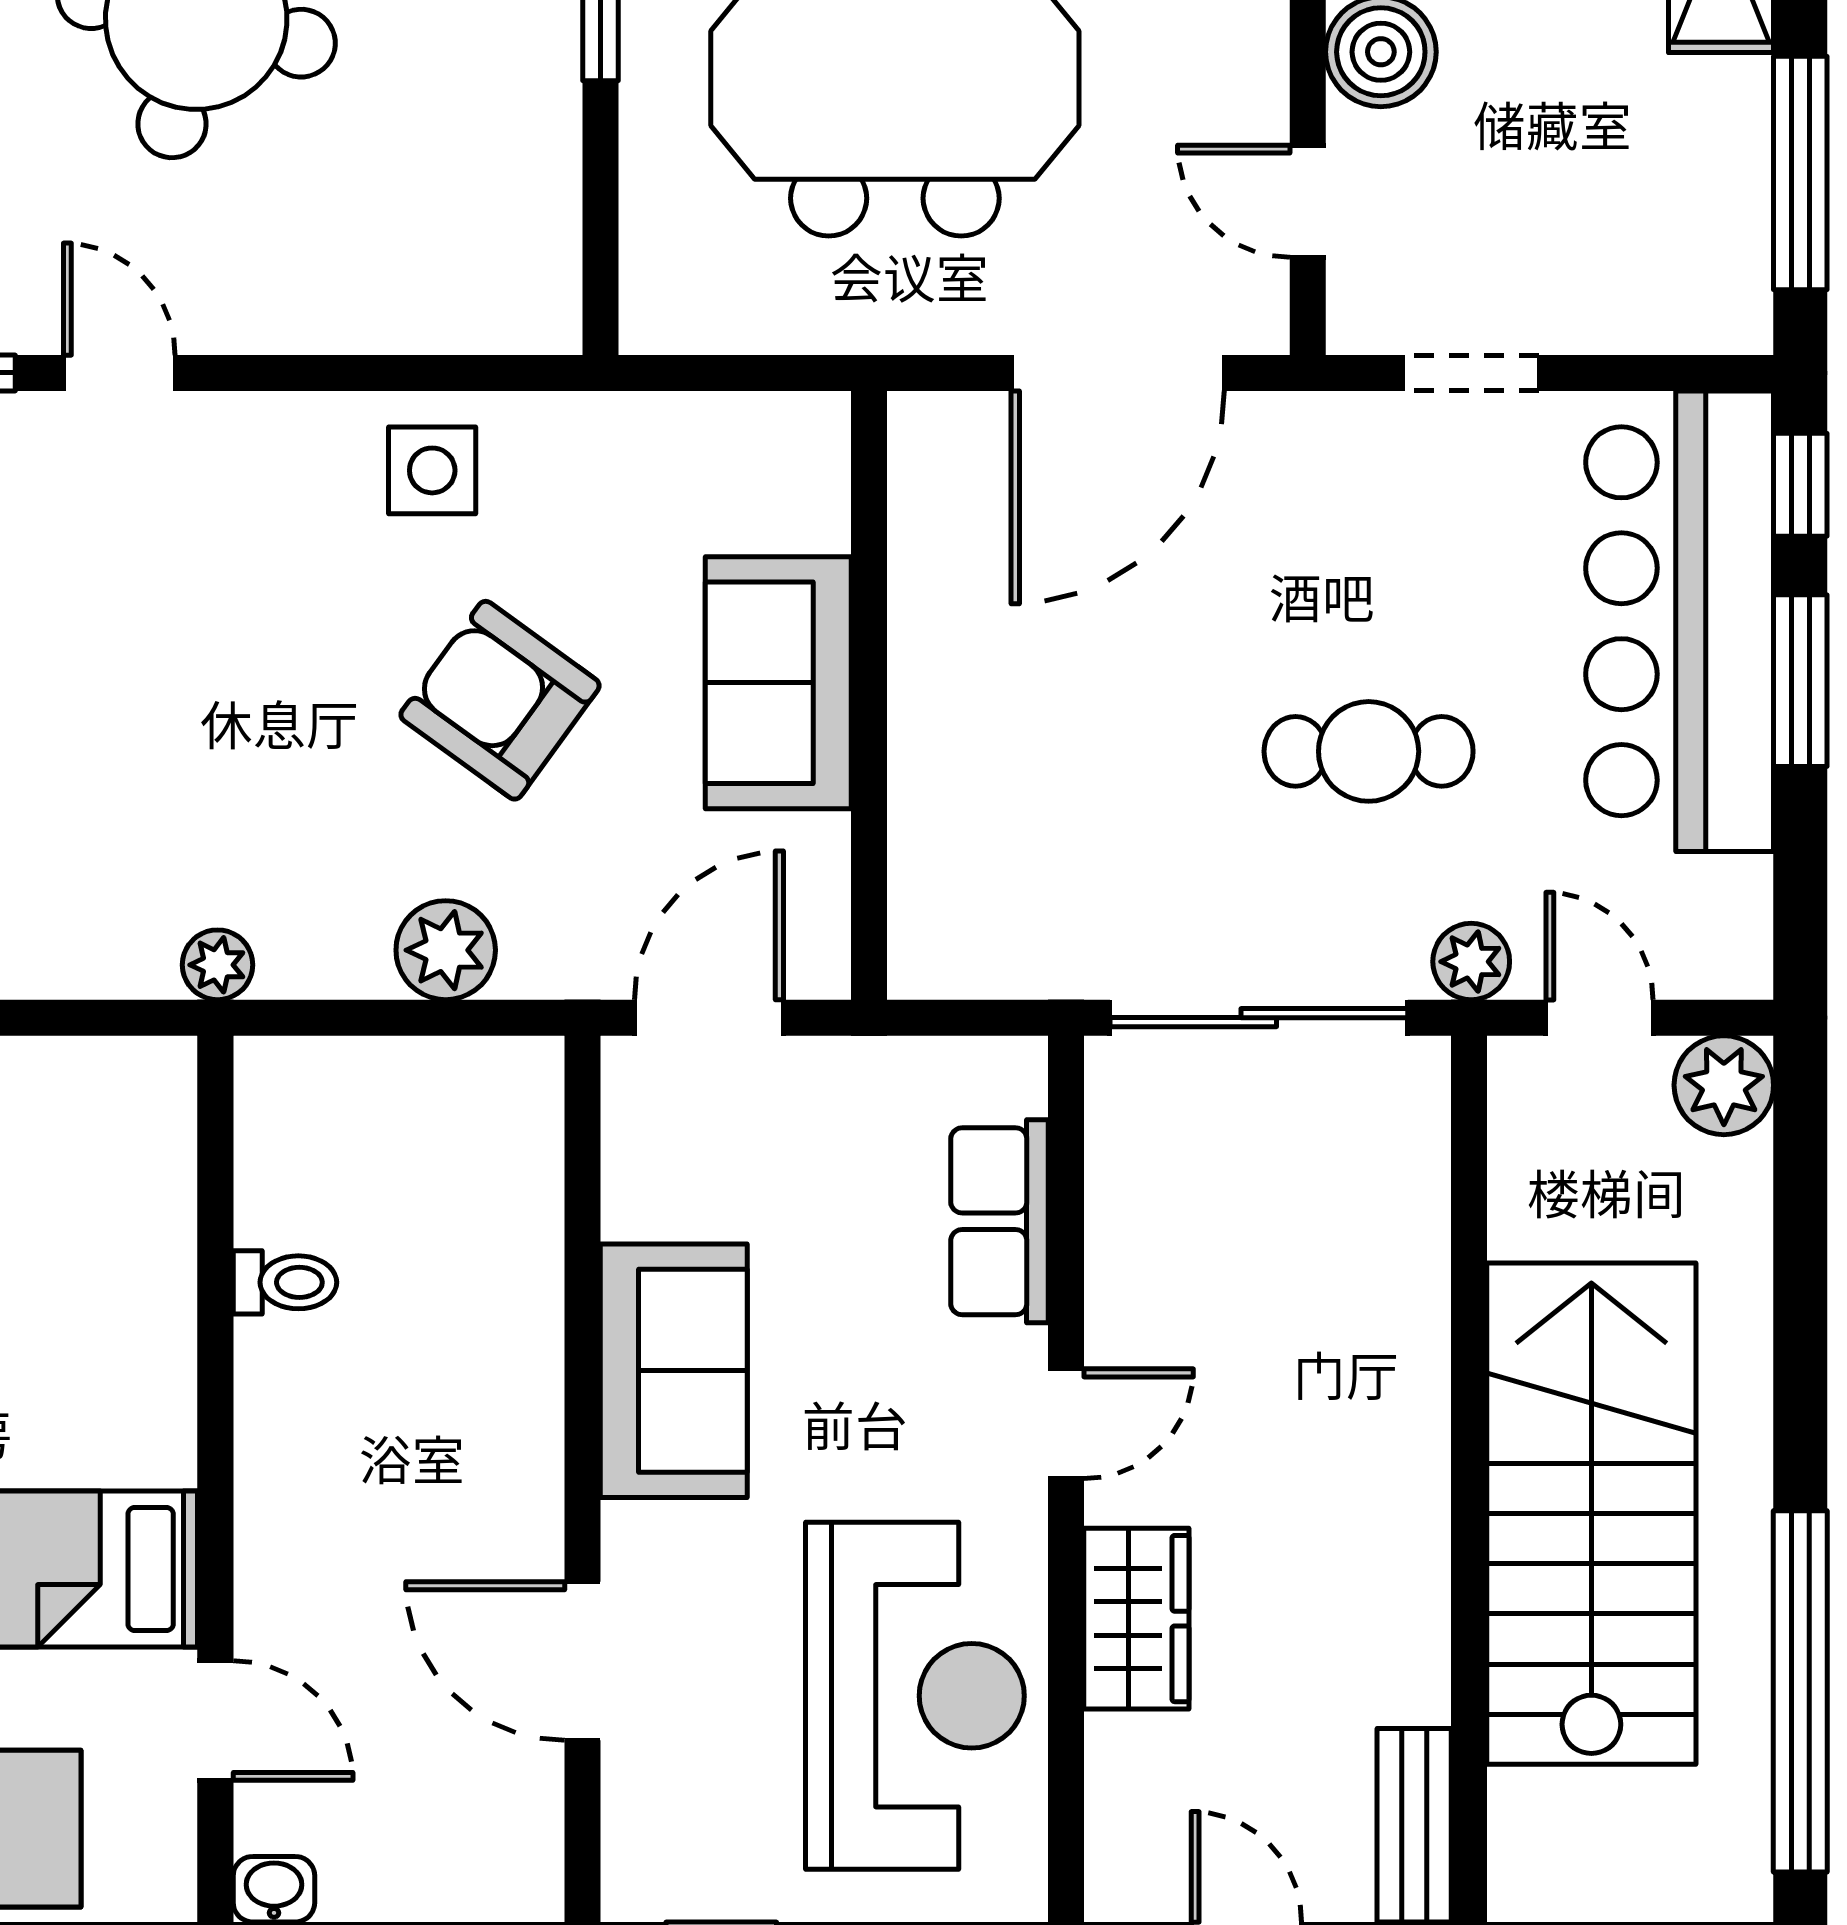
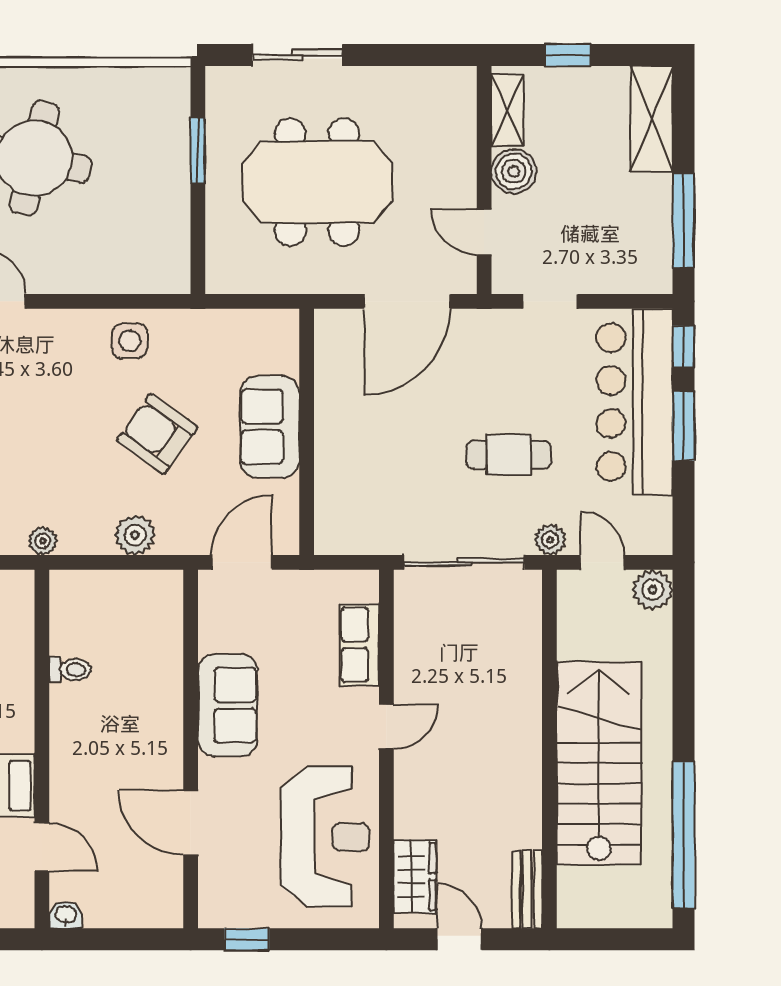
wardrobe: (1136, 1619) -> (415, 876), moved

